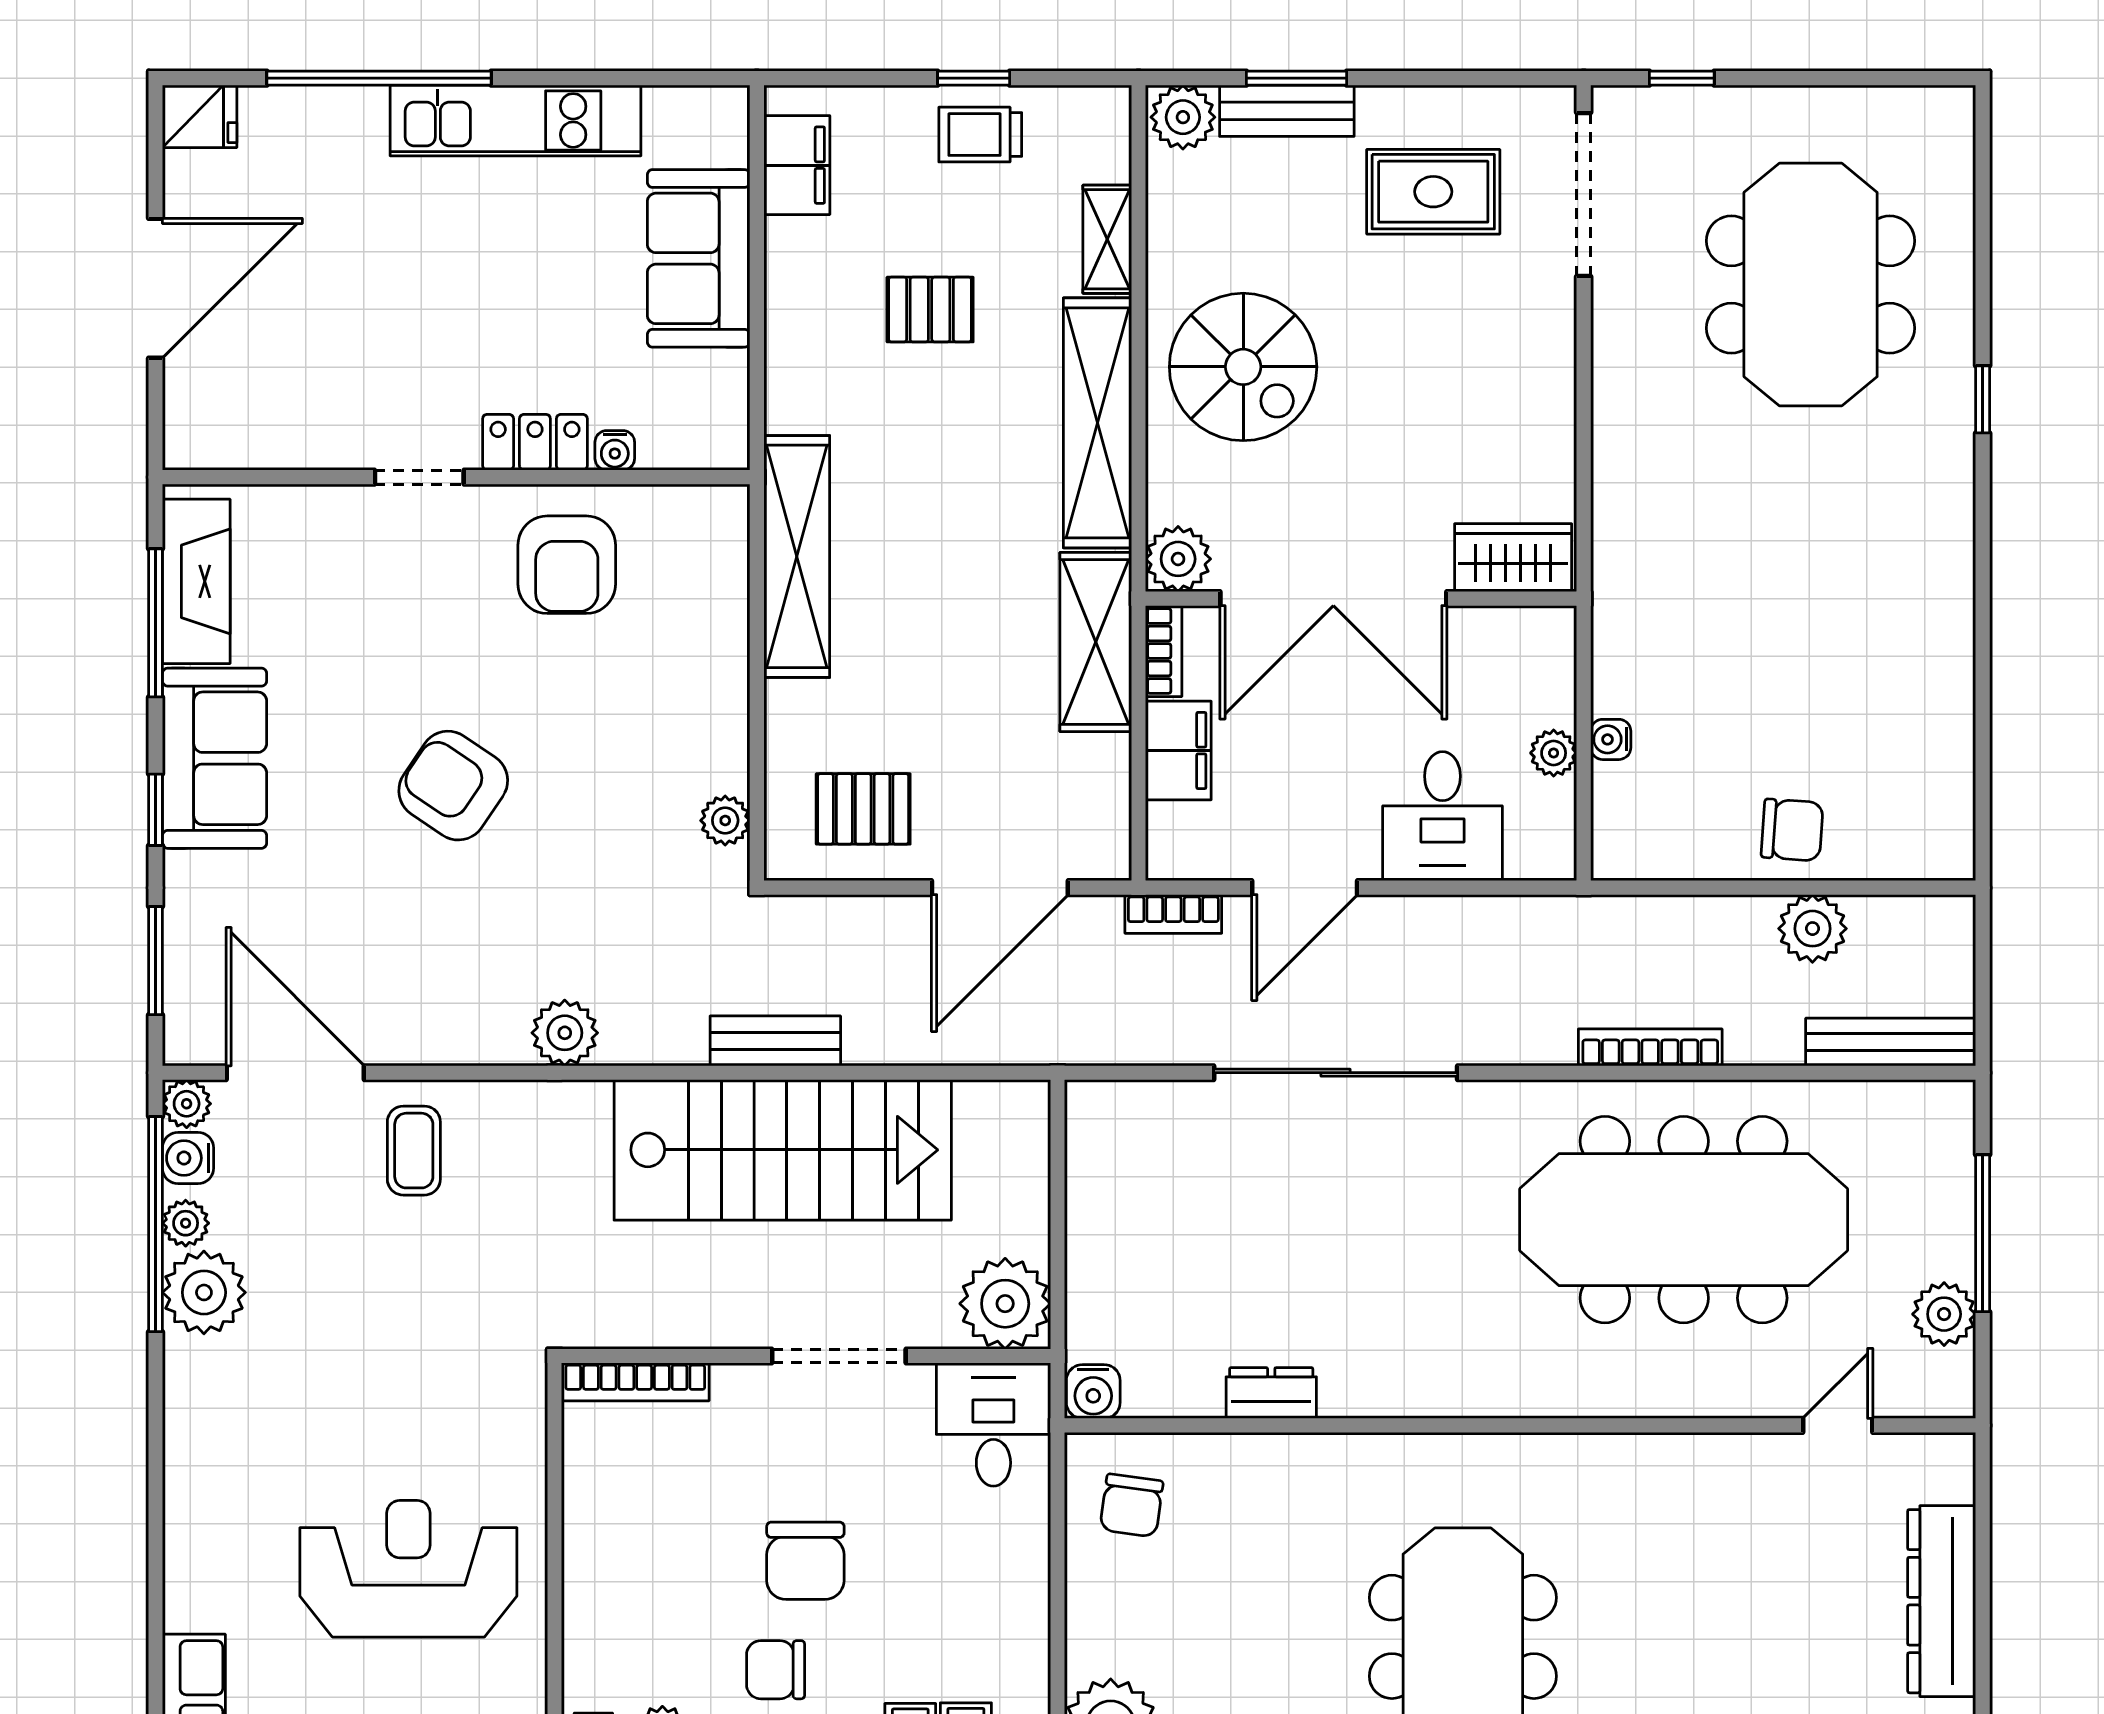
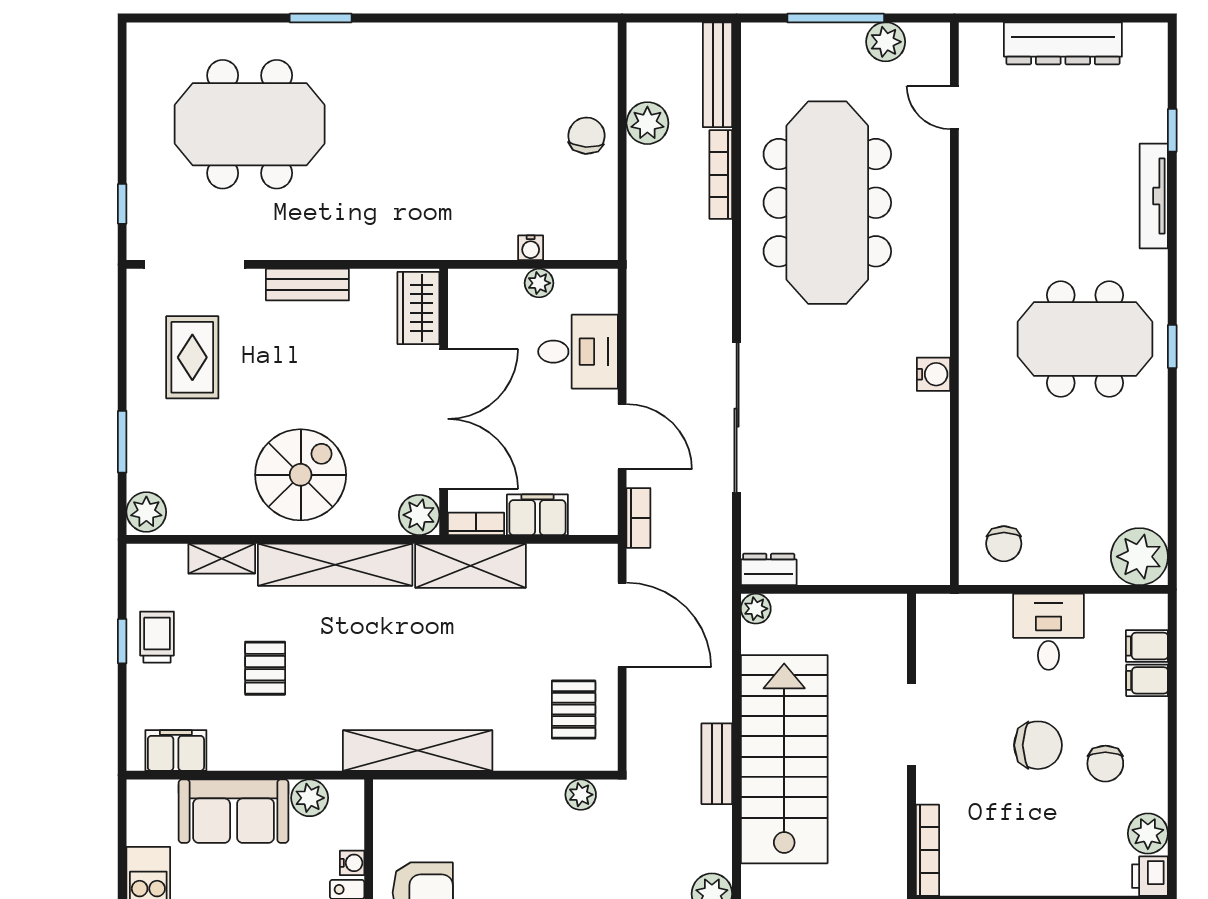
bench: (1287, 111) -> (307, 285), moved, turned 90
trolley: (980, 135) -> (157, 637), turned 180
plant: (720, 382) -> (310, 798), added
window: (1983, 399) -> (321, 18), width x1.50
bookcase: (1650, 1047) -> (721, 175), moved
plant: (1005, 1304) -> (756, 609), moved, width x0.53, depth x0.53
water cooler: (1093, 1392) -> (933, 374), moved
dresser: (1271, 1393) -> (769, 569), moved, turned 90
desk: (993, 1425) -> (1048, 632), moved, turned 90
chair: (1132, 1505) -> (1004, 544), turned 82

